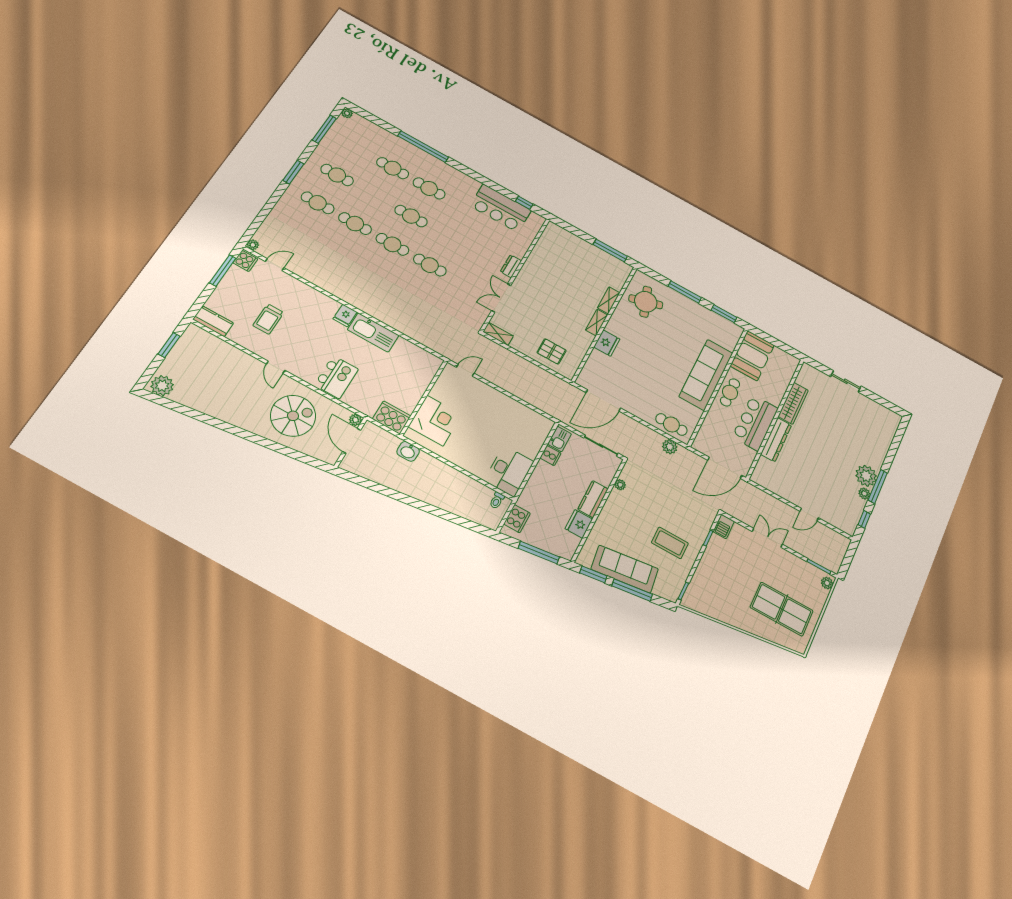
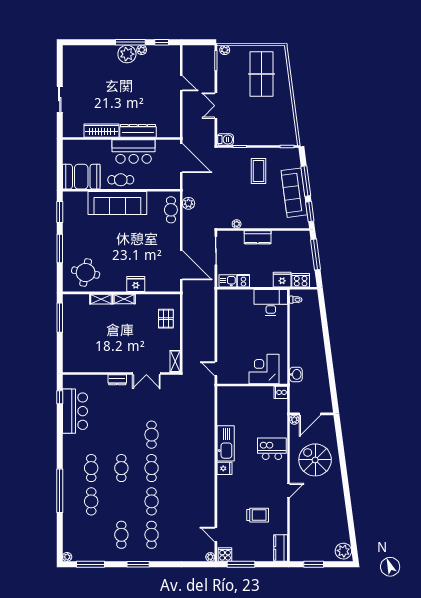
round table: (646, 302) -> (86, 273), turned 30
cooker: (392, 417) -> (281, 392), width x0.53, depth x0.76
fridge: (579, 524) -> (282, 280), moved, turned 180

